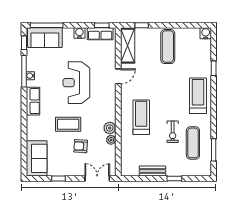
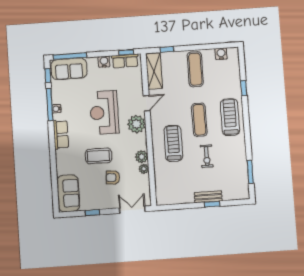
water cooler: (206, 33) -> (221, 54), moved
plant: (107, 96) -> (137, 124), added
exercise mat: (193, 143) -> (199, 120), moved
bench: (152, 171) -> (208, 197), moved

